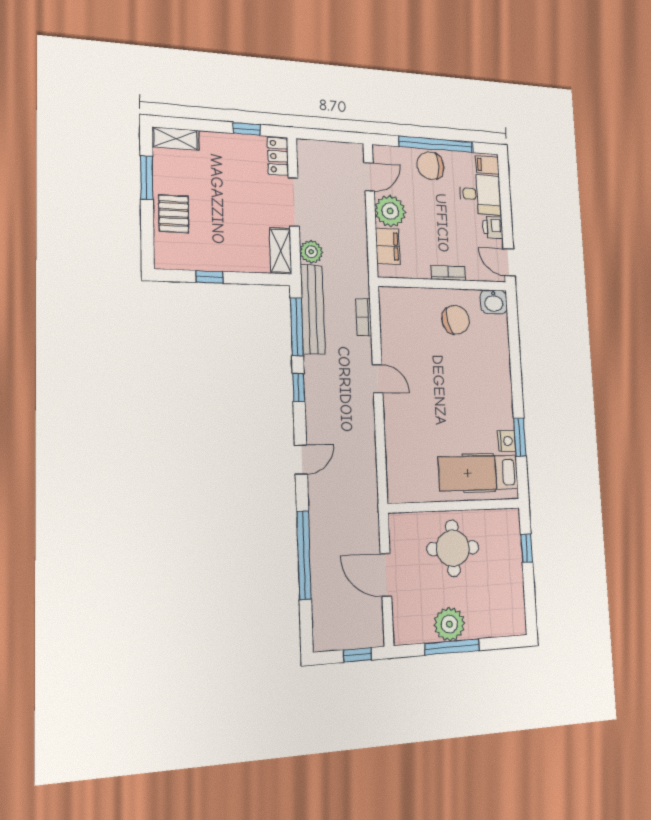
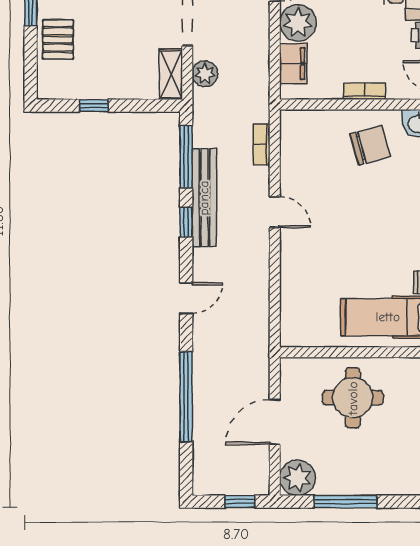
bench: (313, 309) -> (204, 198), moved
door: (386, 575) -> (275, 422), hinge flipped
plant: (449, 624) -> (297, 478), moved

